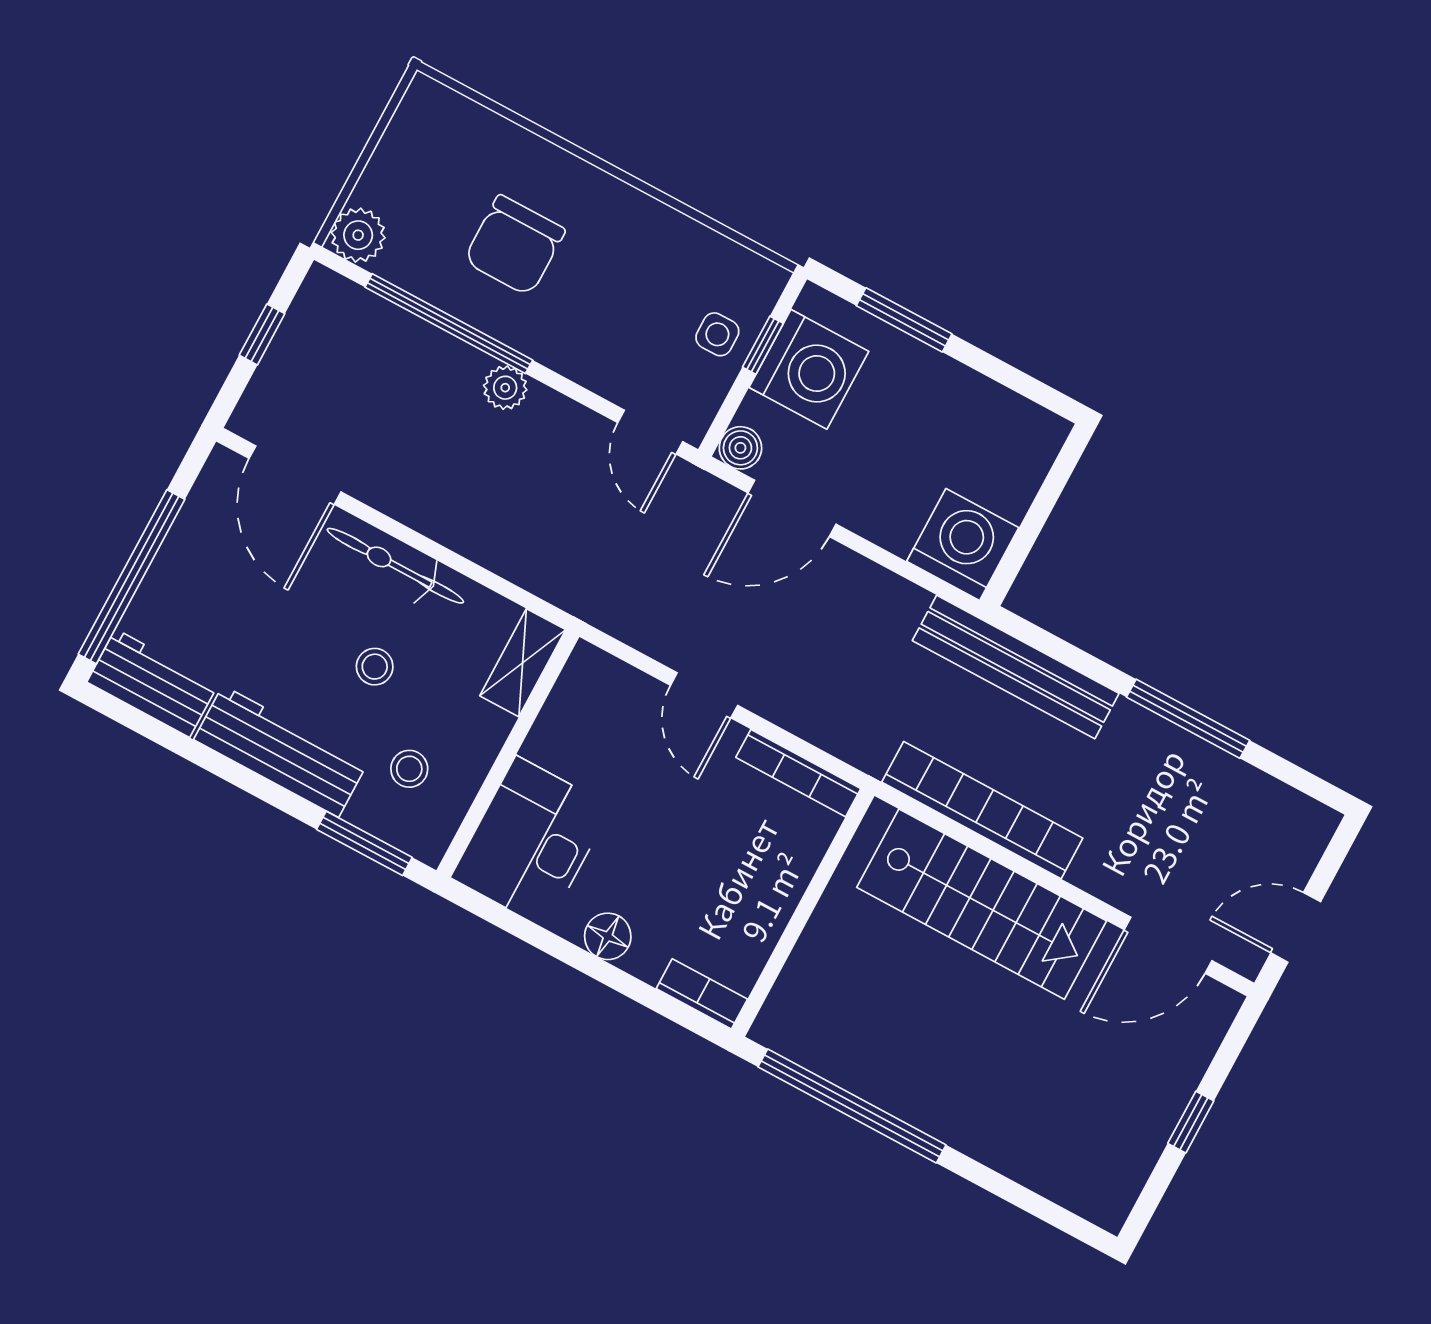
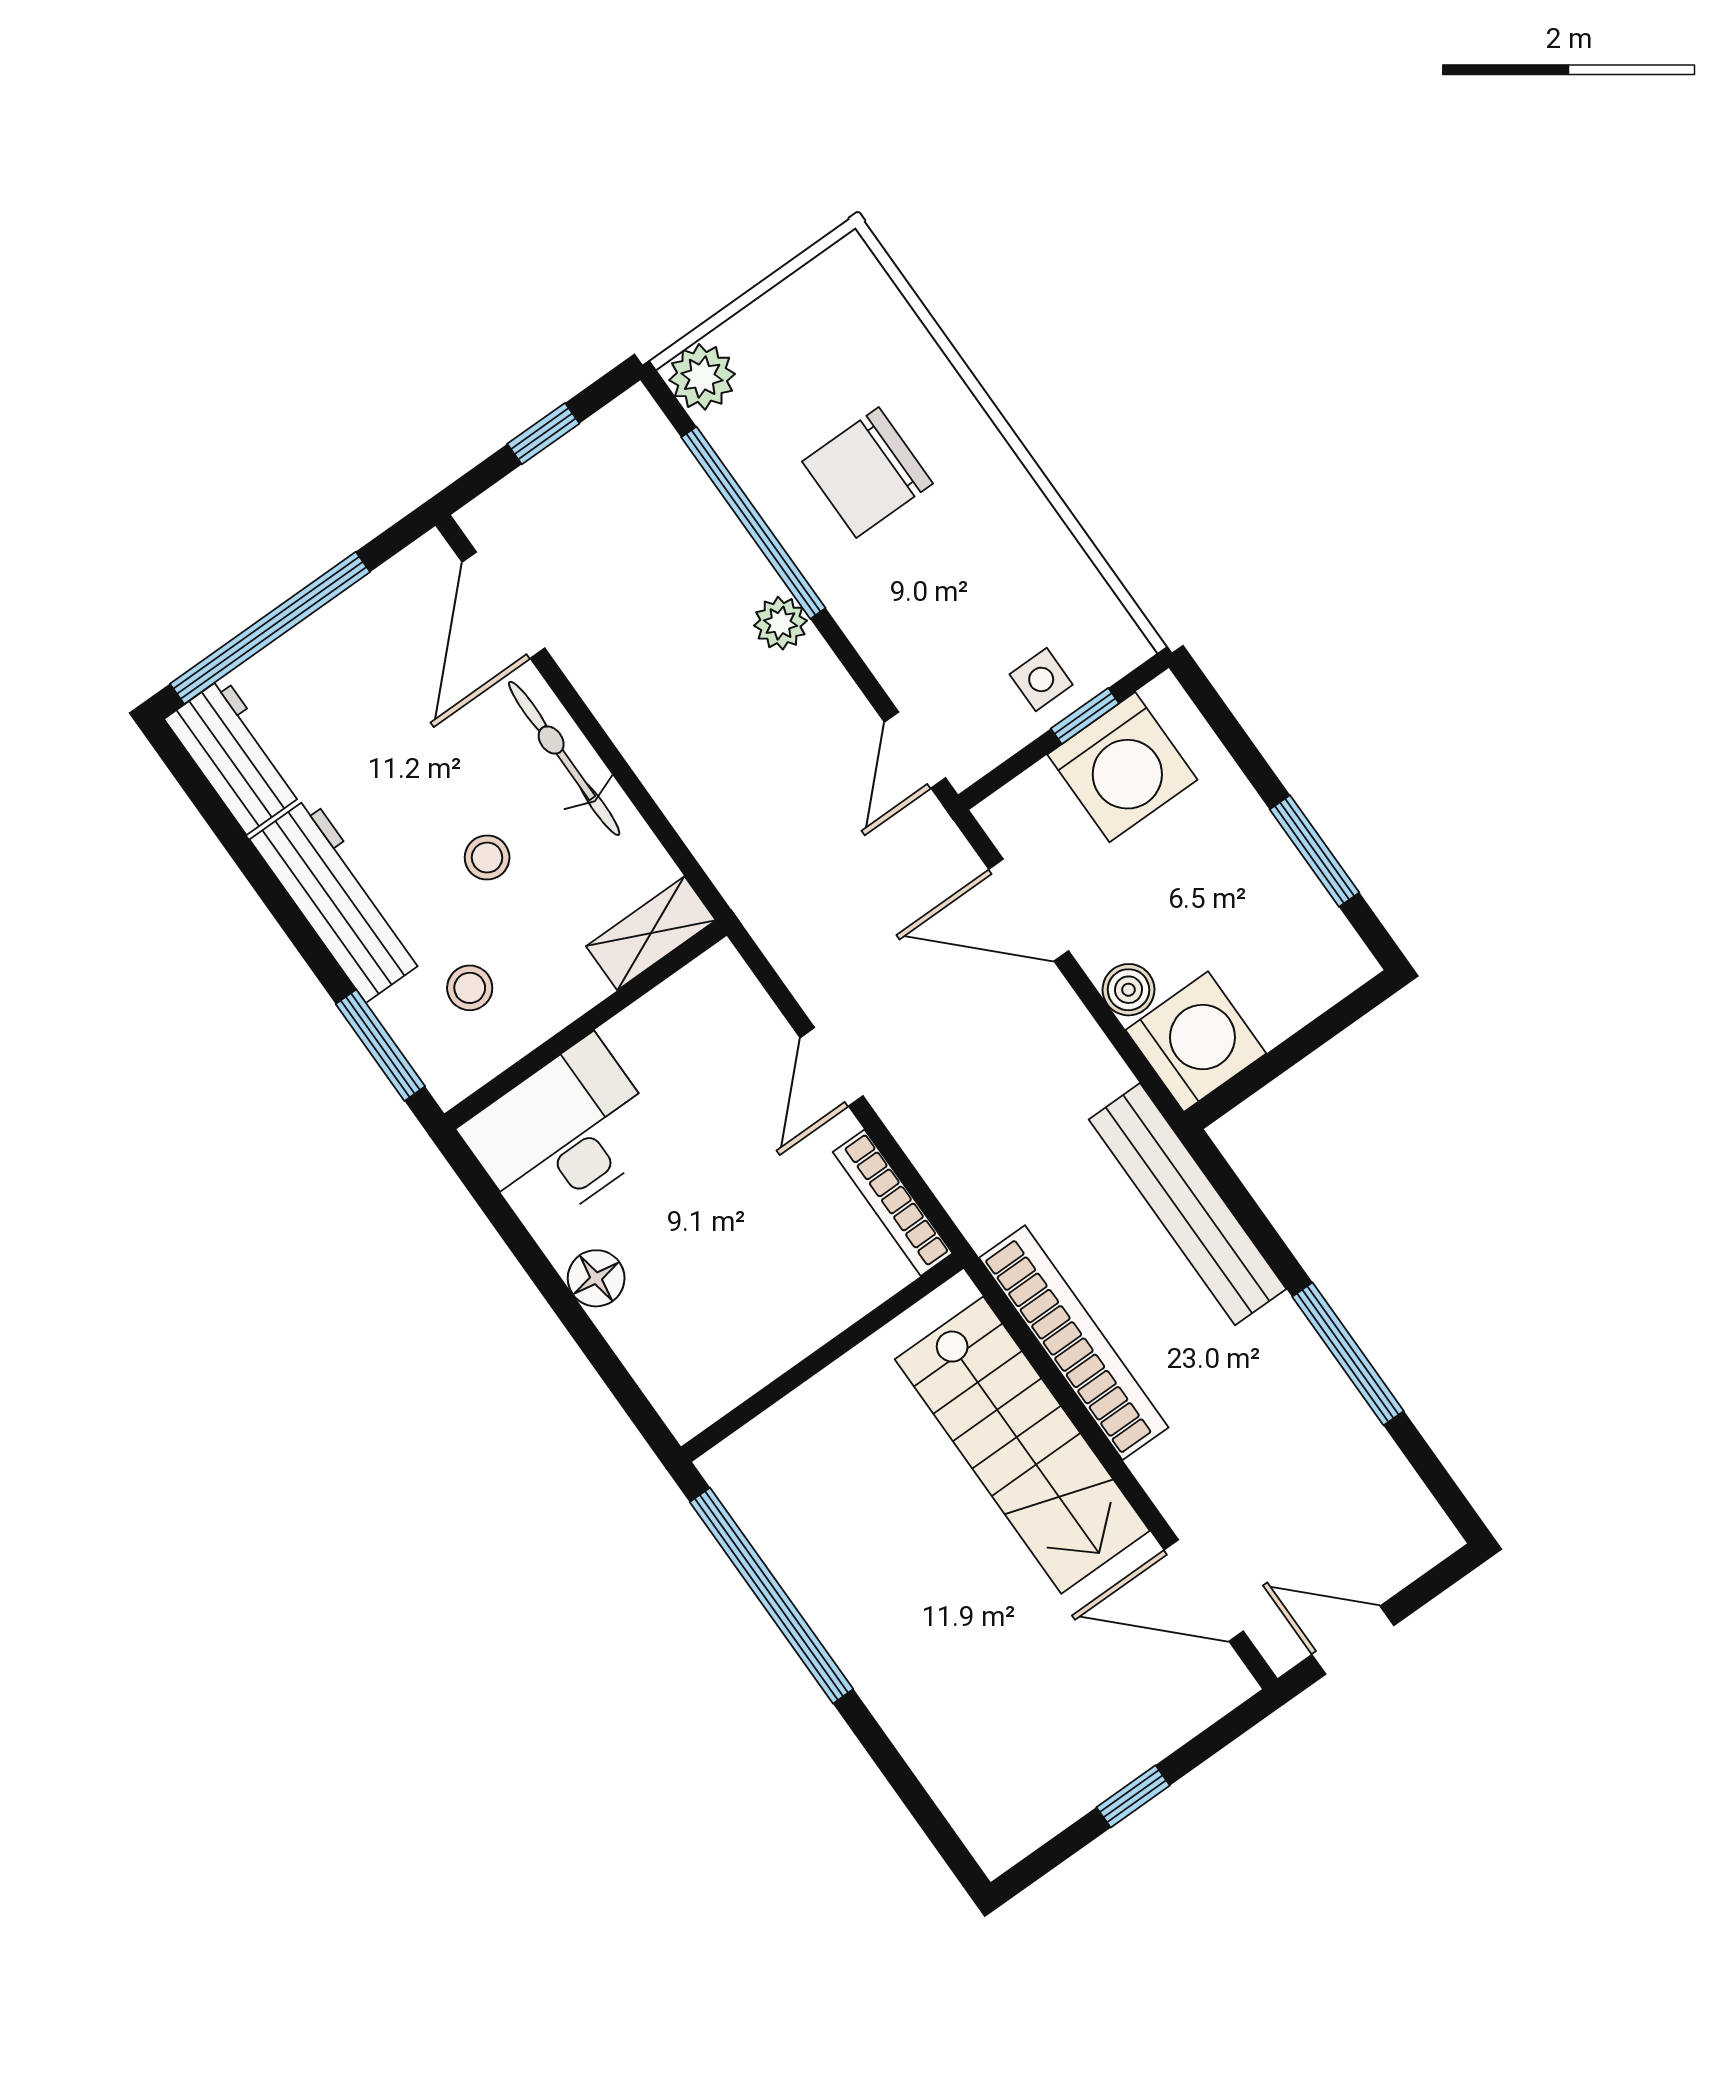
window: (904, 320) -> (1315, 851), moved
boiler: (740, 448) -> (1128, 990), moved
bookcase: (702, 994) -> (668, 1392), removed

